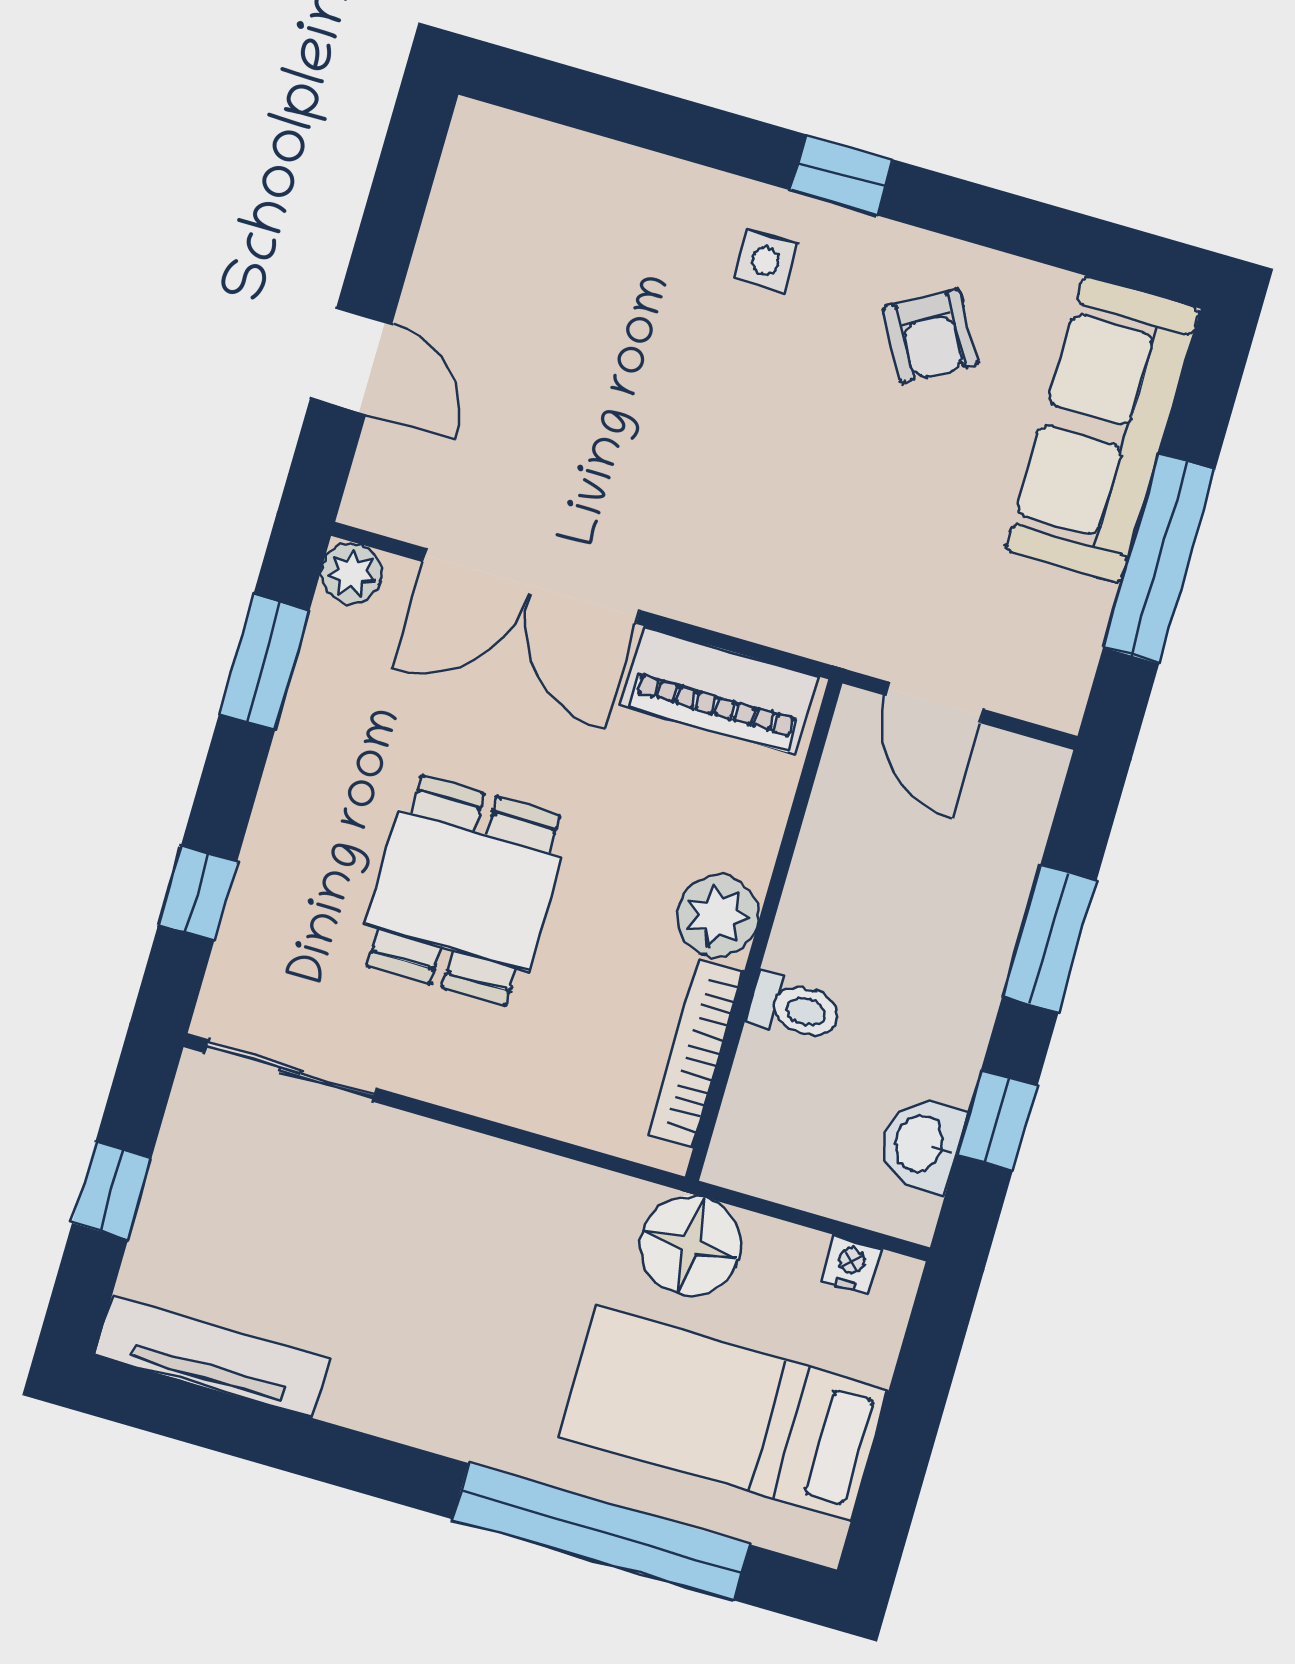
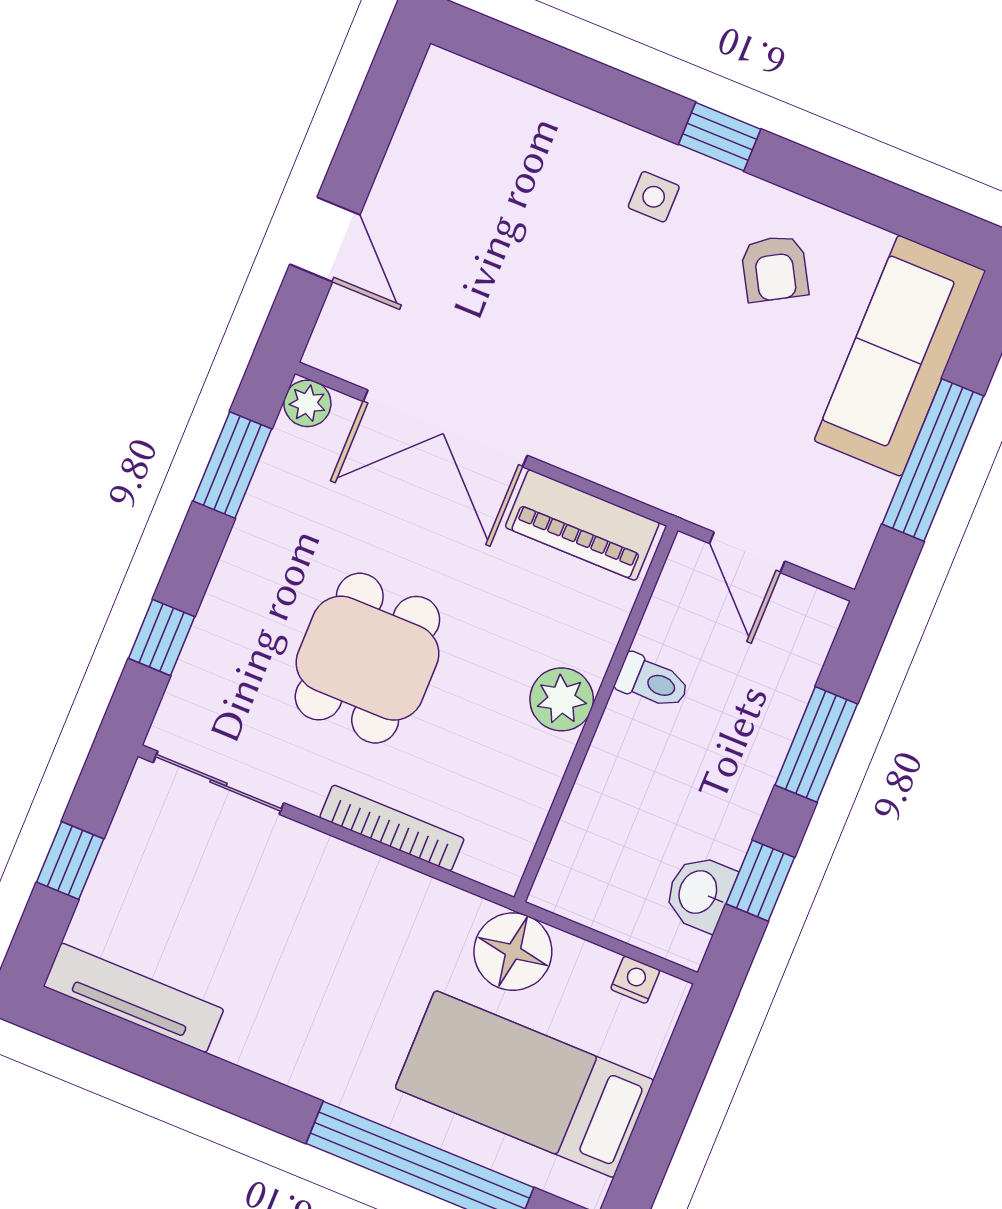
toilet: (795, 1008) -> (652, 682), moved
bookcase: (696, 1054) -> (392, 828), moved, turned 90

